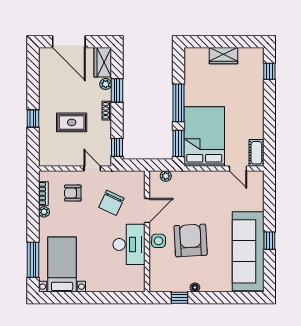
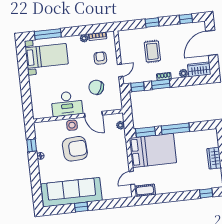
window: (33, 73) -> (186, 19), added
window: (117, 90) -> (161, 84), moved

